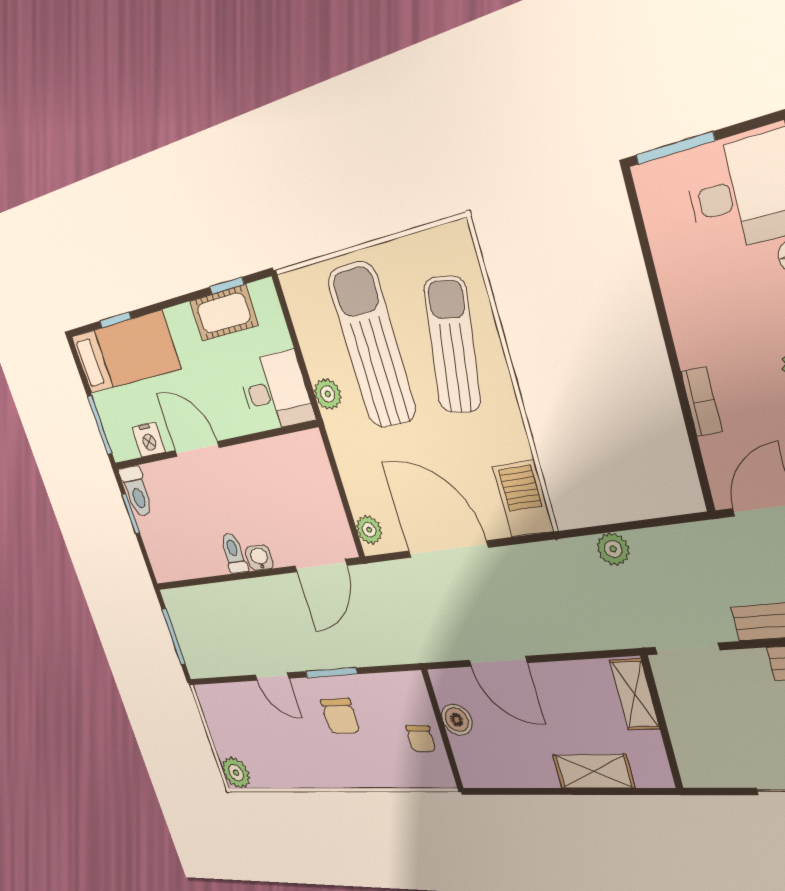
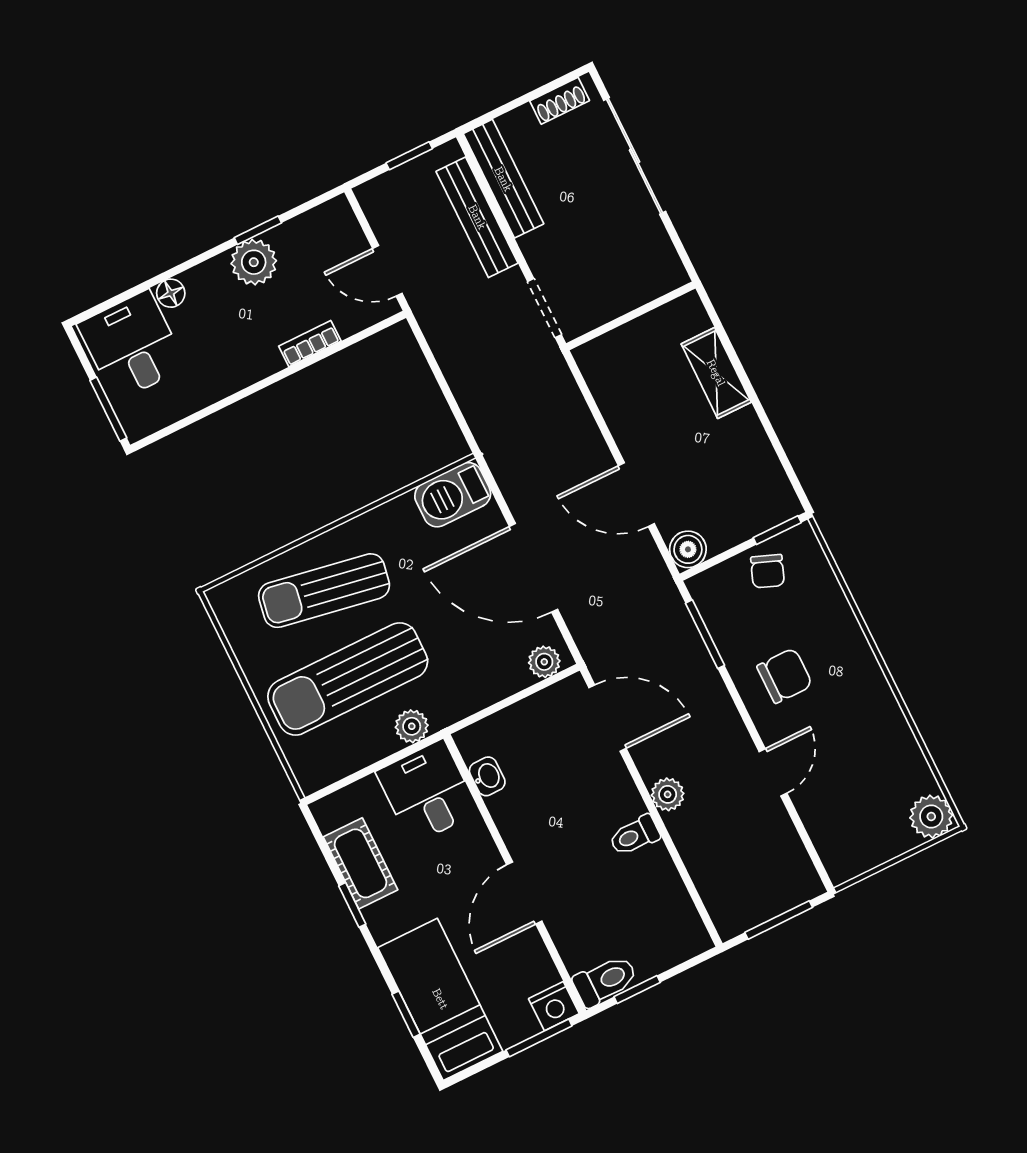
window: (227, 286) -> (352, 905), moved
nightstand: (148, 440) -> (554, 1006), moved, turned 90
door: (448, 549) -> (533, 568), hinge flipped
plant: (613, 549) -> (668, 794), moved
washbasin: (259, 558) -> (487, 776), moved, turned 180
door: (498, 661) -> (636, 495), swing flipped
window: (331, 673) -> (705, 634), moved
shelving: (635, 694) -> (613, 348), removed
boiler: (457, 720) -> (688, 549), moved
chair: (421, 739) -> (767, 571), turned 109
window: (452, 760) -> (777, 530), added

